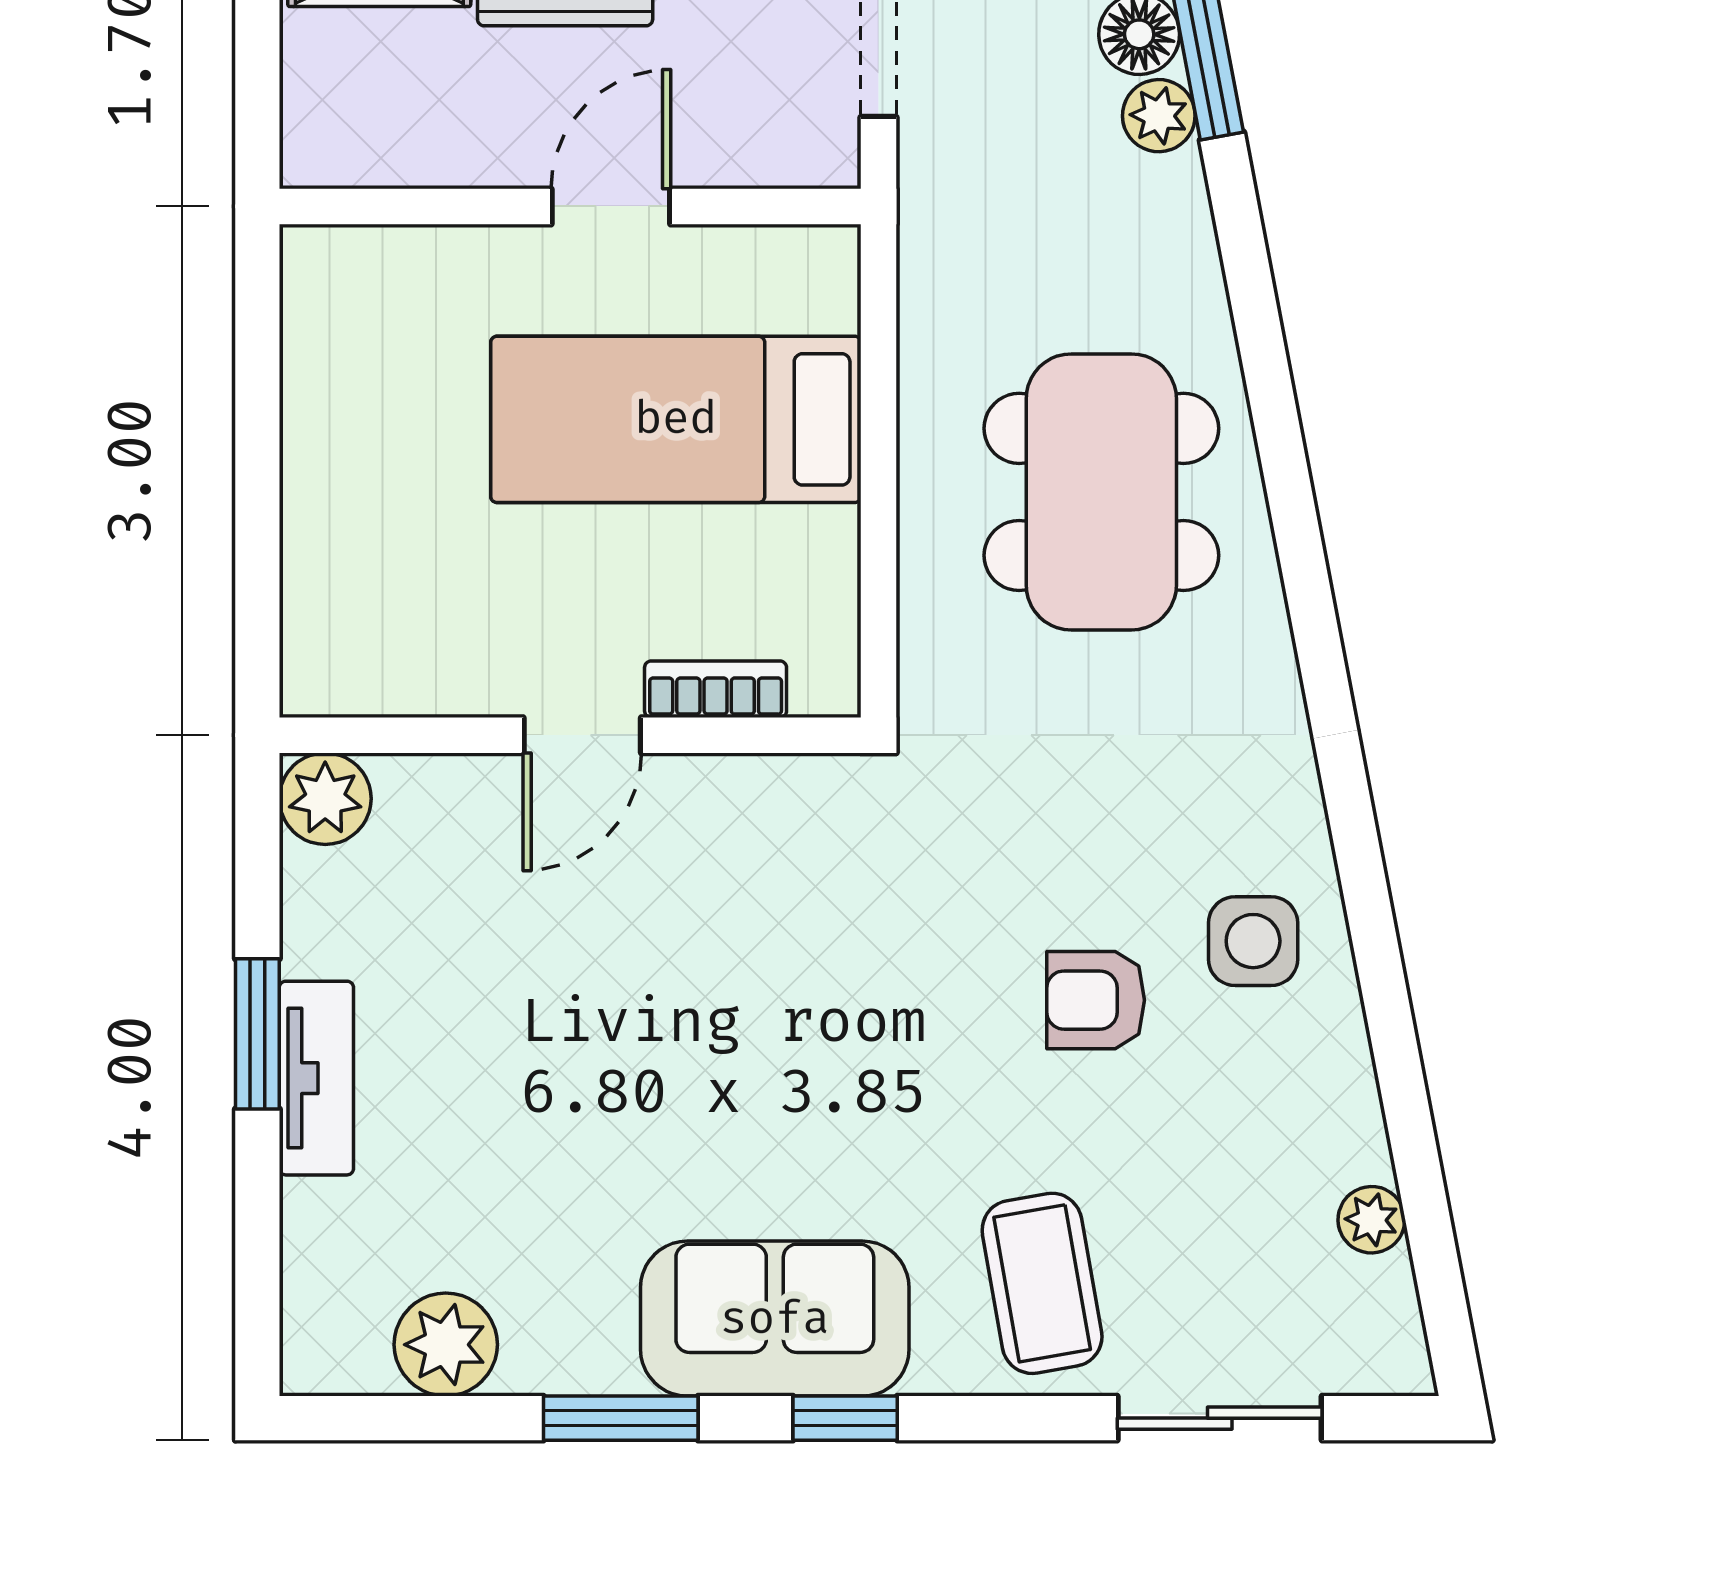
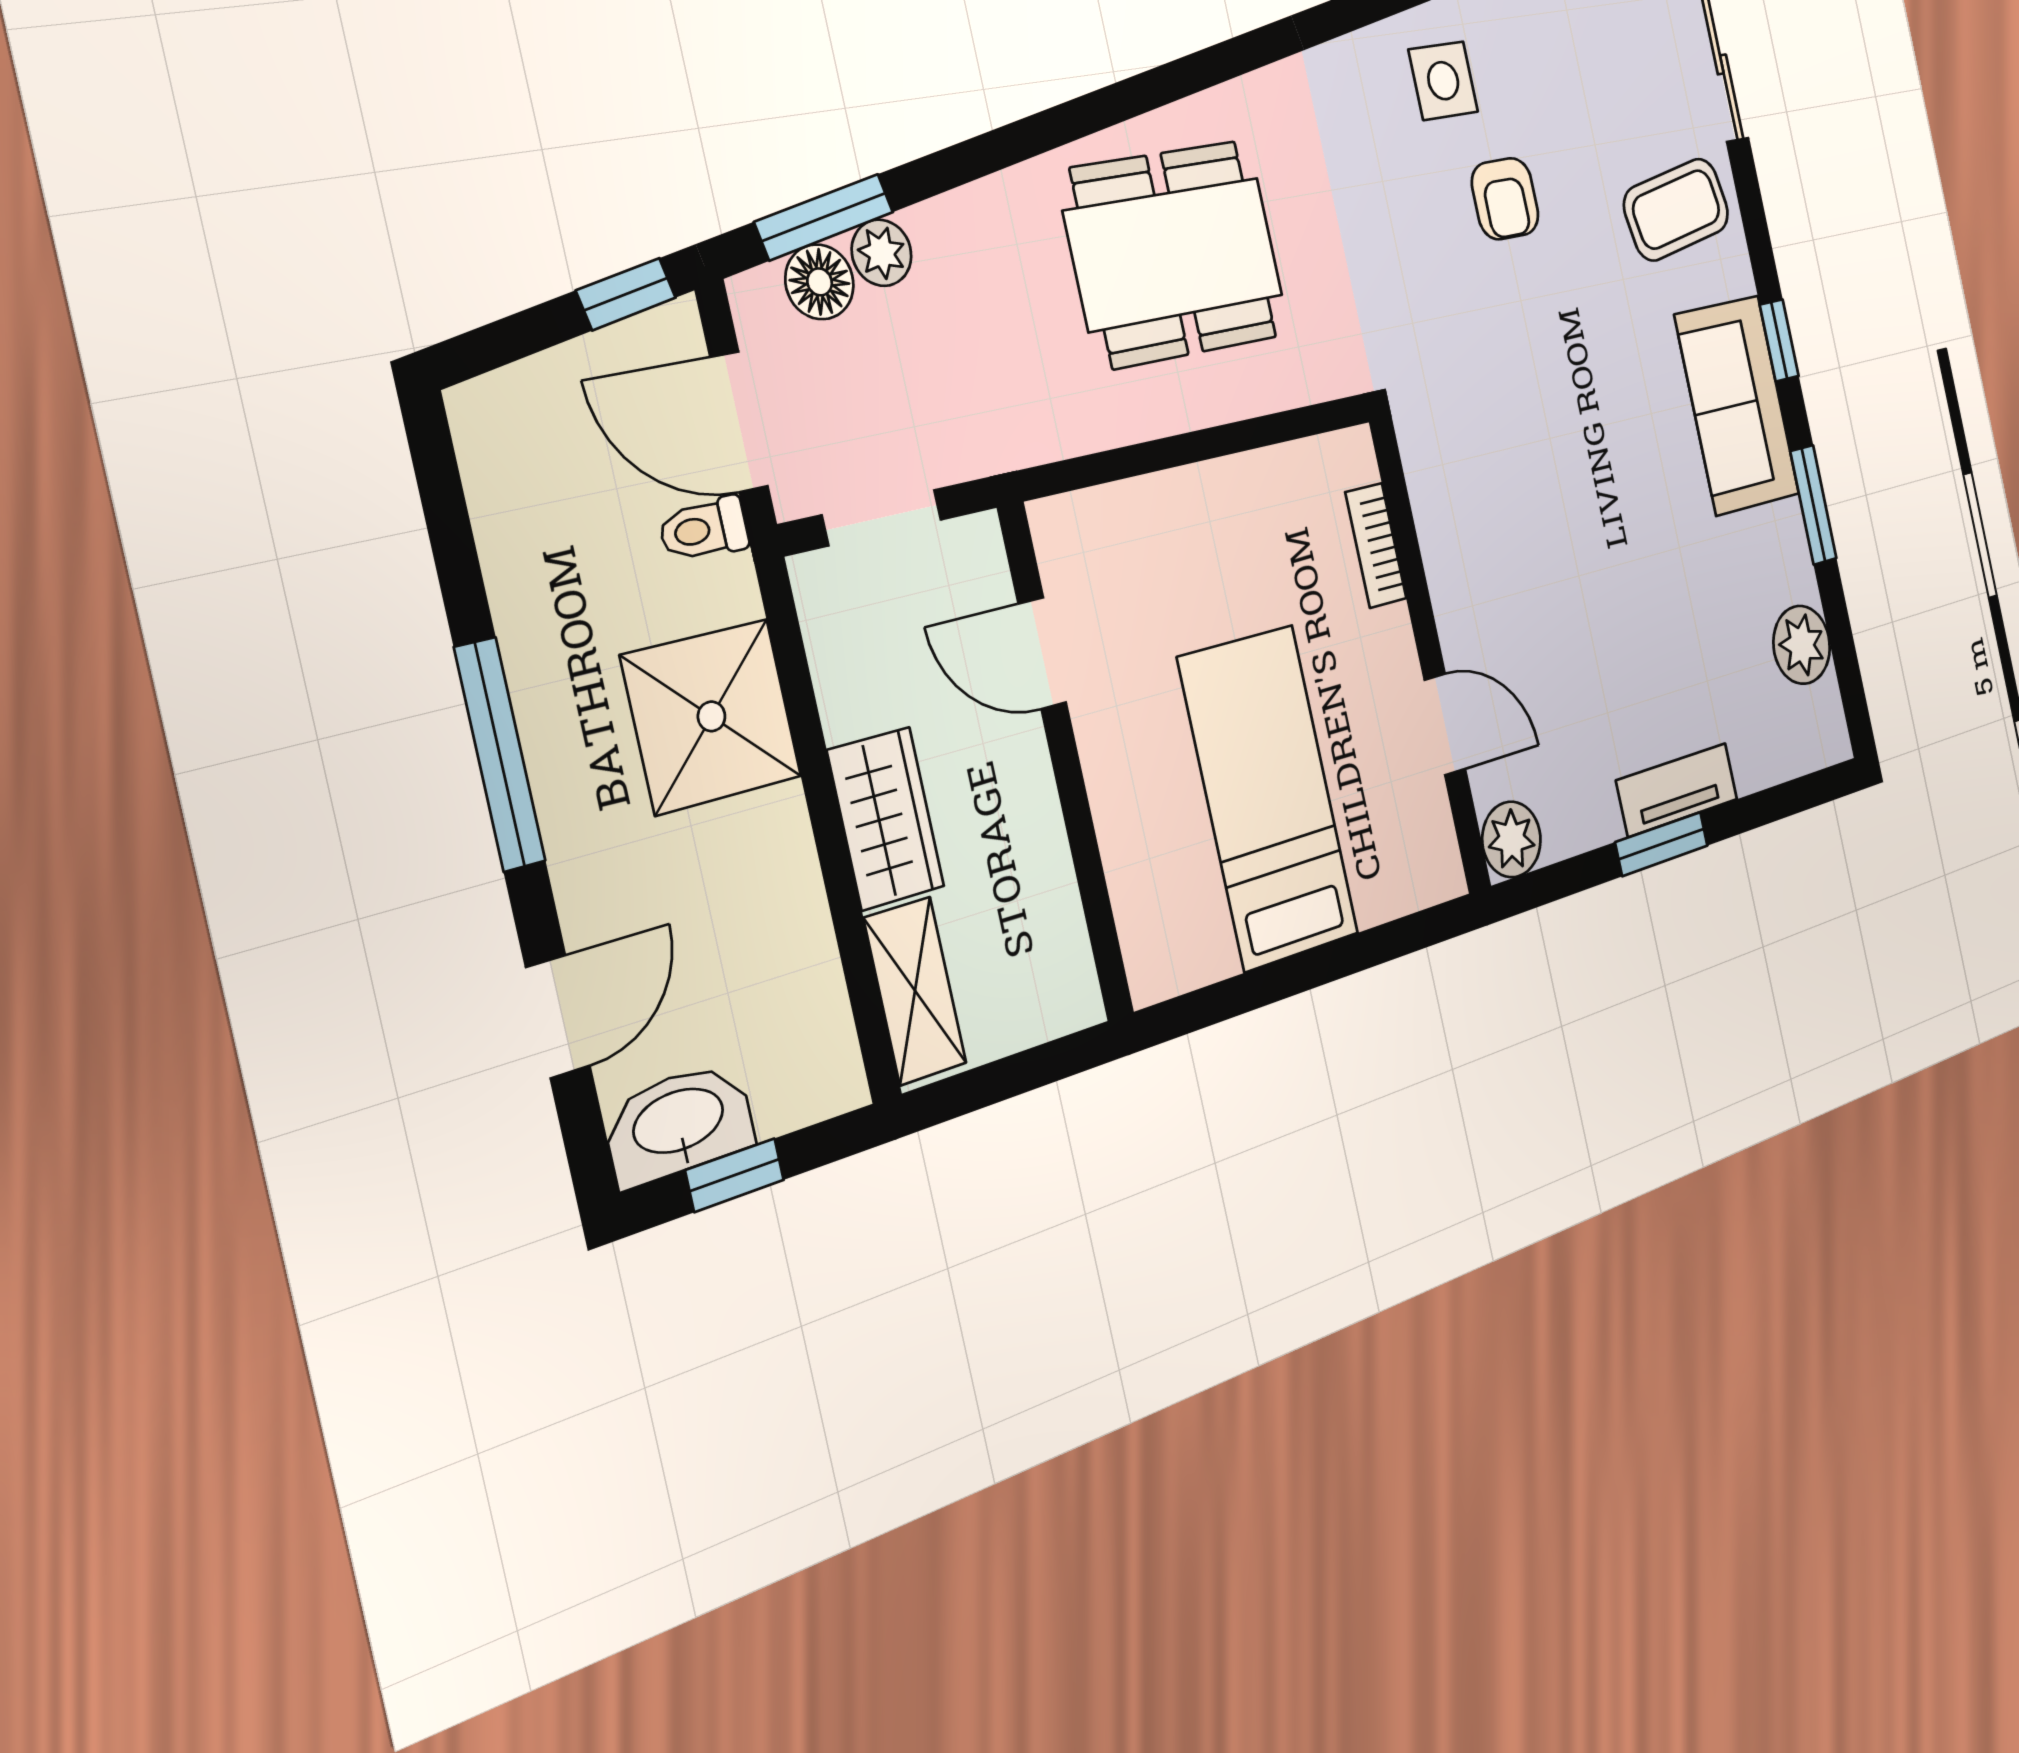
door: (611, 206) -> (1042, 653), moved
bed: (676, 419) -> (1268, 797), moved, turned 180
door: (582, 735) -> (1445, 724), moved

